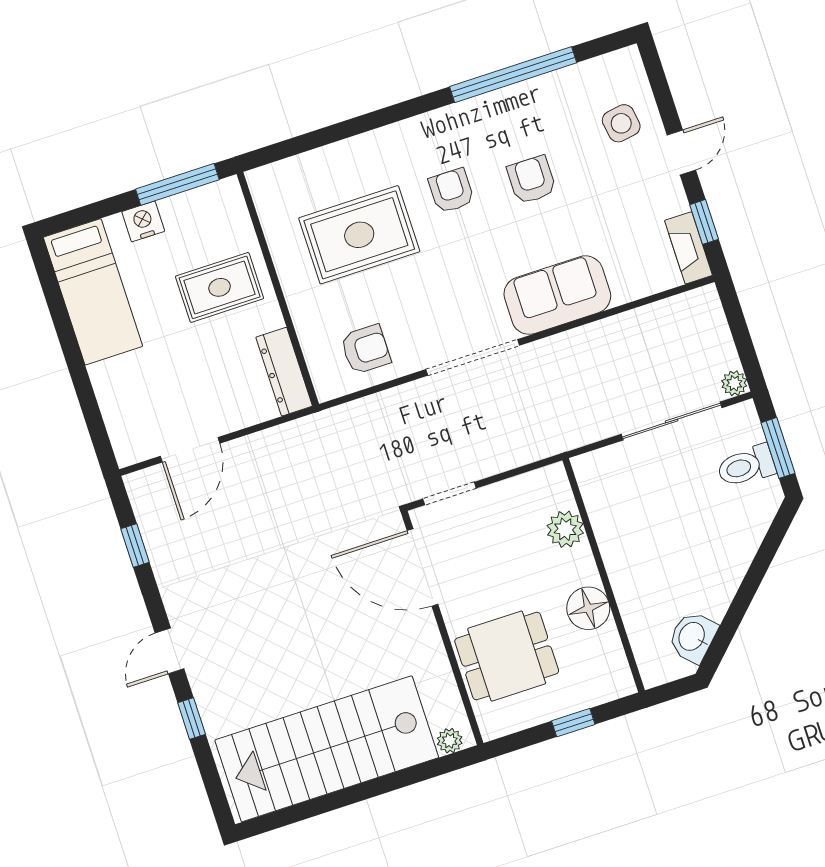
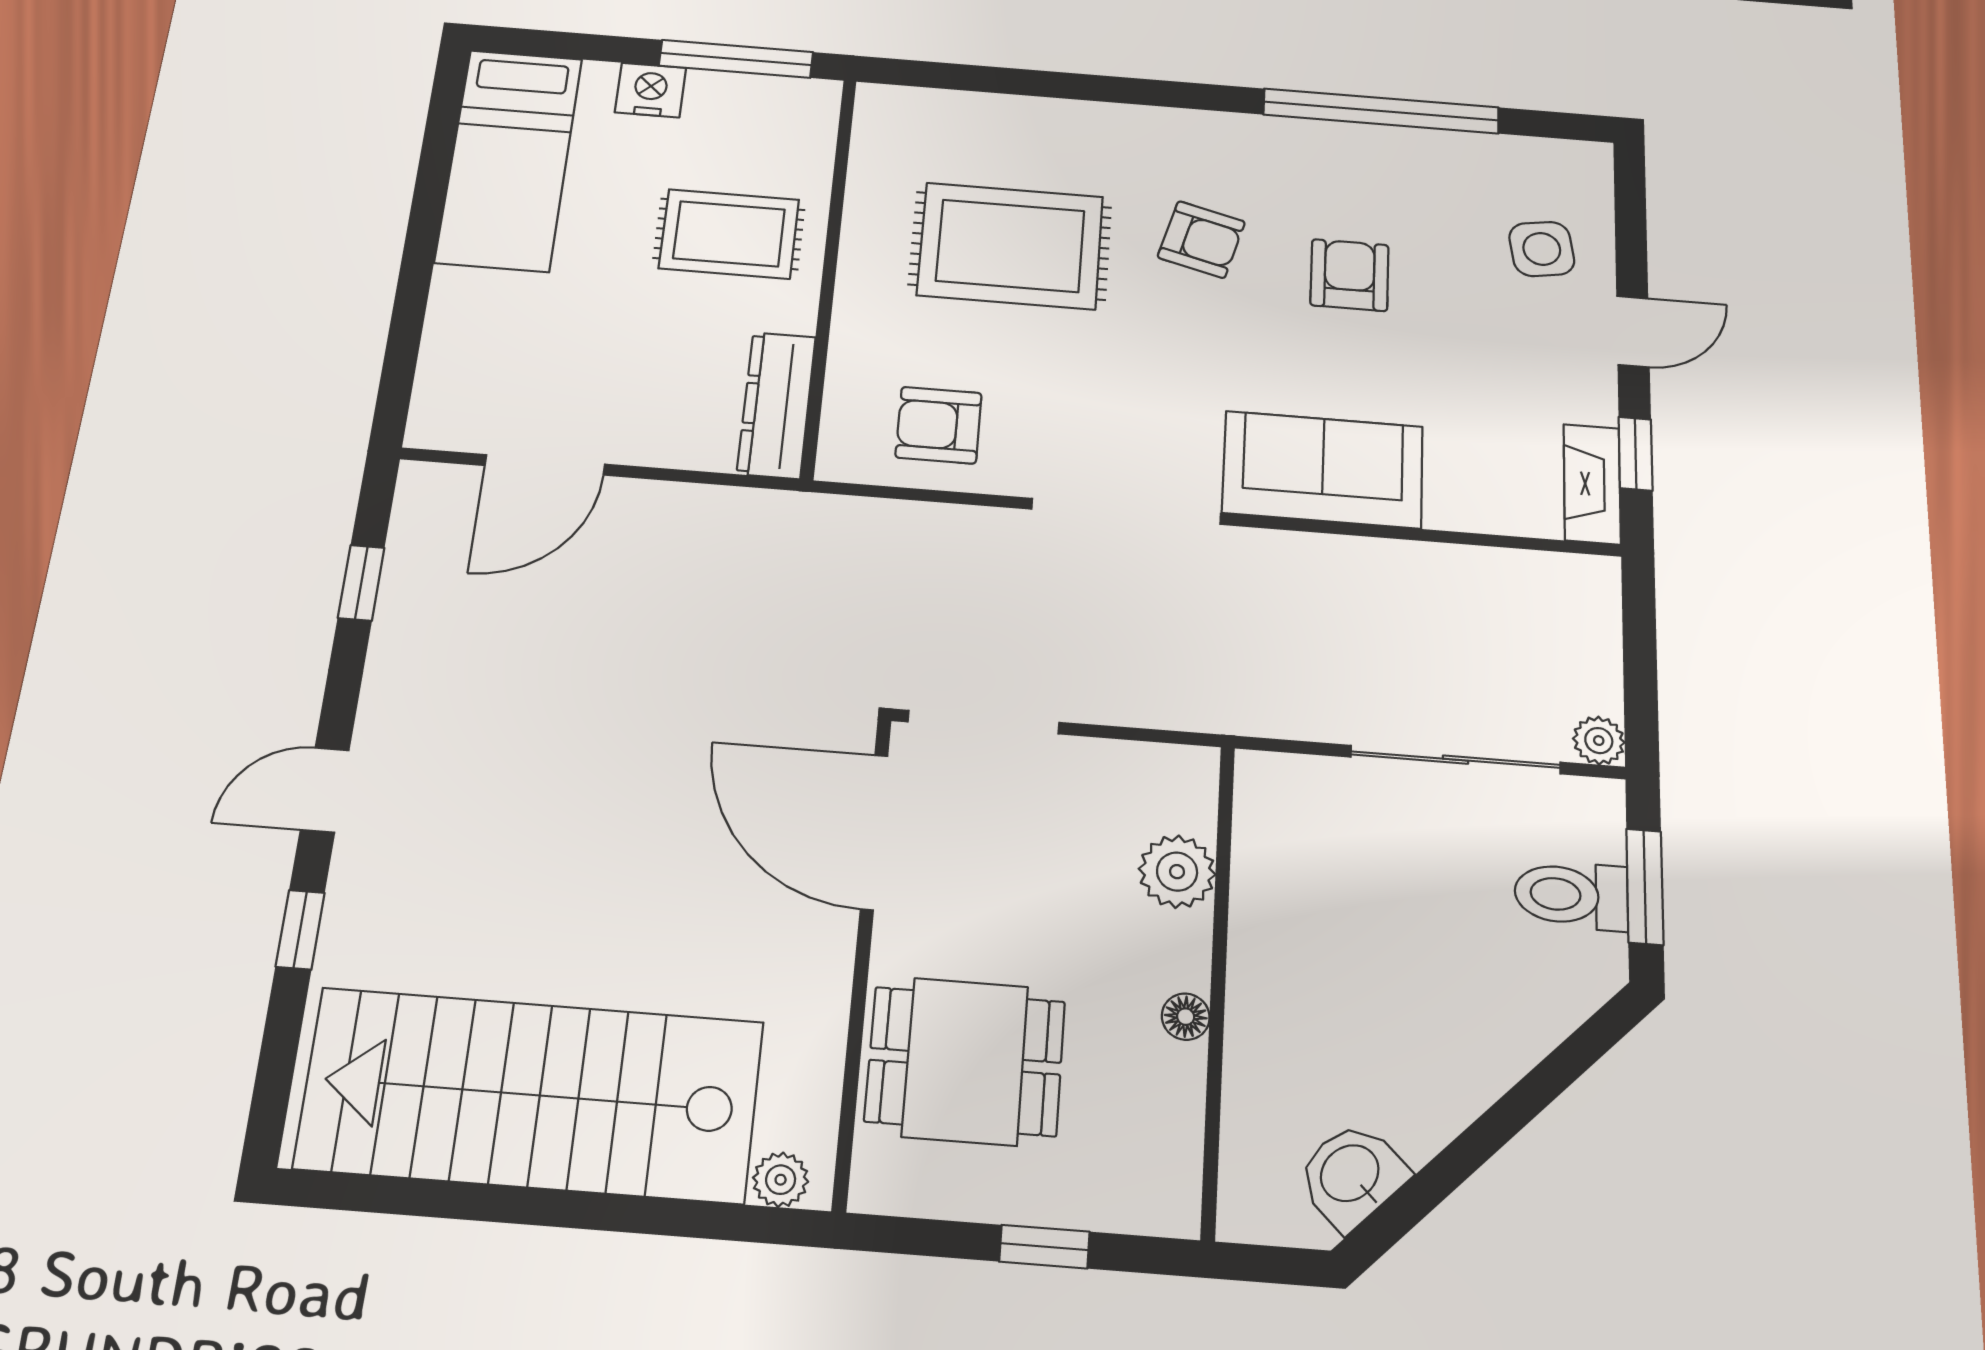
armchair: (451, 191) -> (1201, 240), turned 105
armchair: (366, 349) -> (939, 425), turned 180
doorway: (450, 494) -> (984, 722), width x1.38
floor lamp: (588, 608) -> (1186, 1017), width x0.53, depth x0.53

